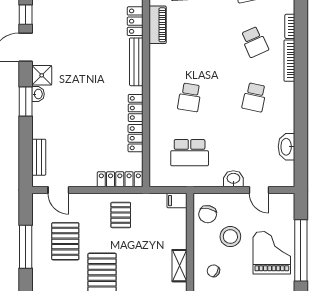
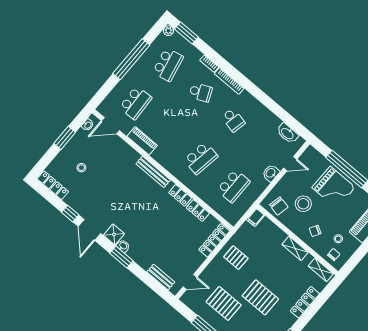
locker: (135, 21) -> (129, 152), removed
school desk: (190, 97) -> (201, 158), width x1.85
washbasin: (287, 147) -> (287, 133), moved
grand piano: (272, 253) -> (334, 187), turned 180

